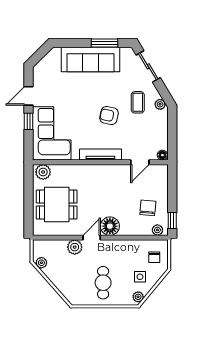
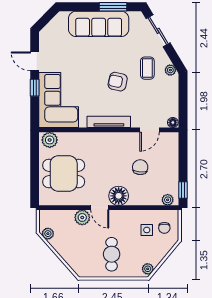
door: (29, 96) -> (35, 61), hinge flipped
chair: (148, 208) -> (140, 167), moved
door: (92, 238) -> (100, 208), swing flipped
side table: (140, 277) -> (147, 230), moved

